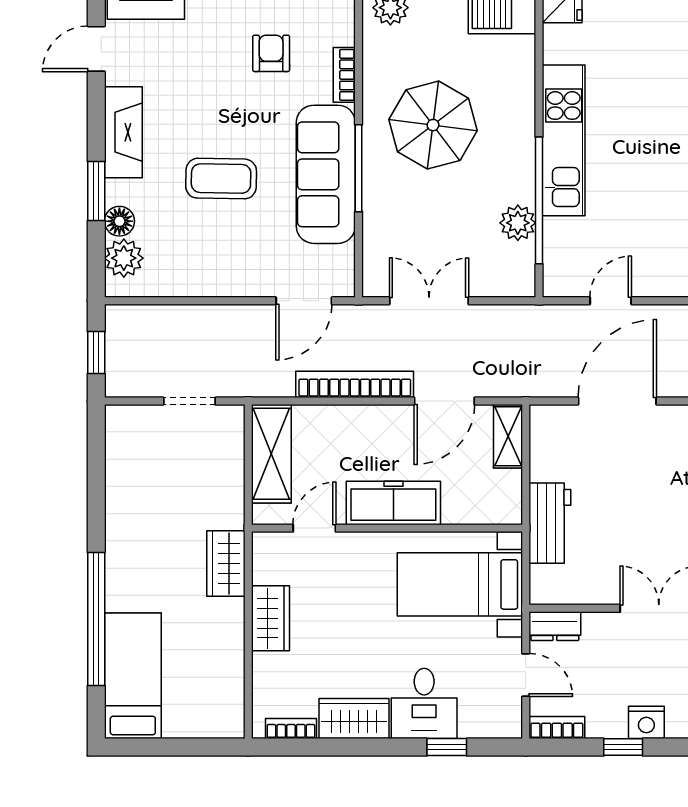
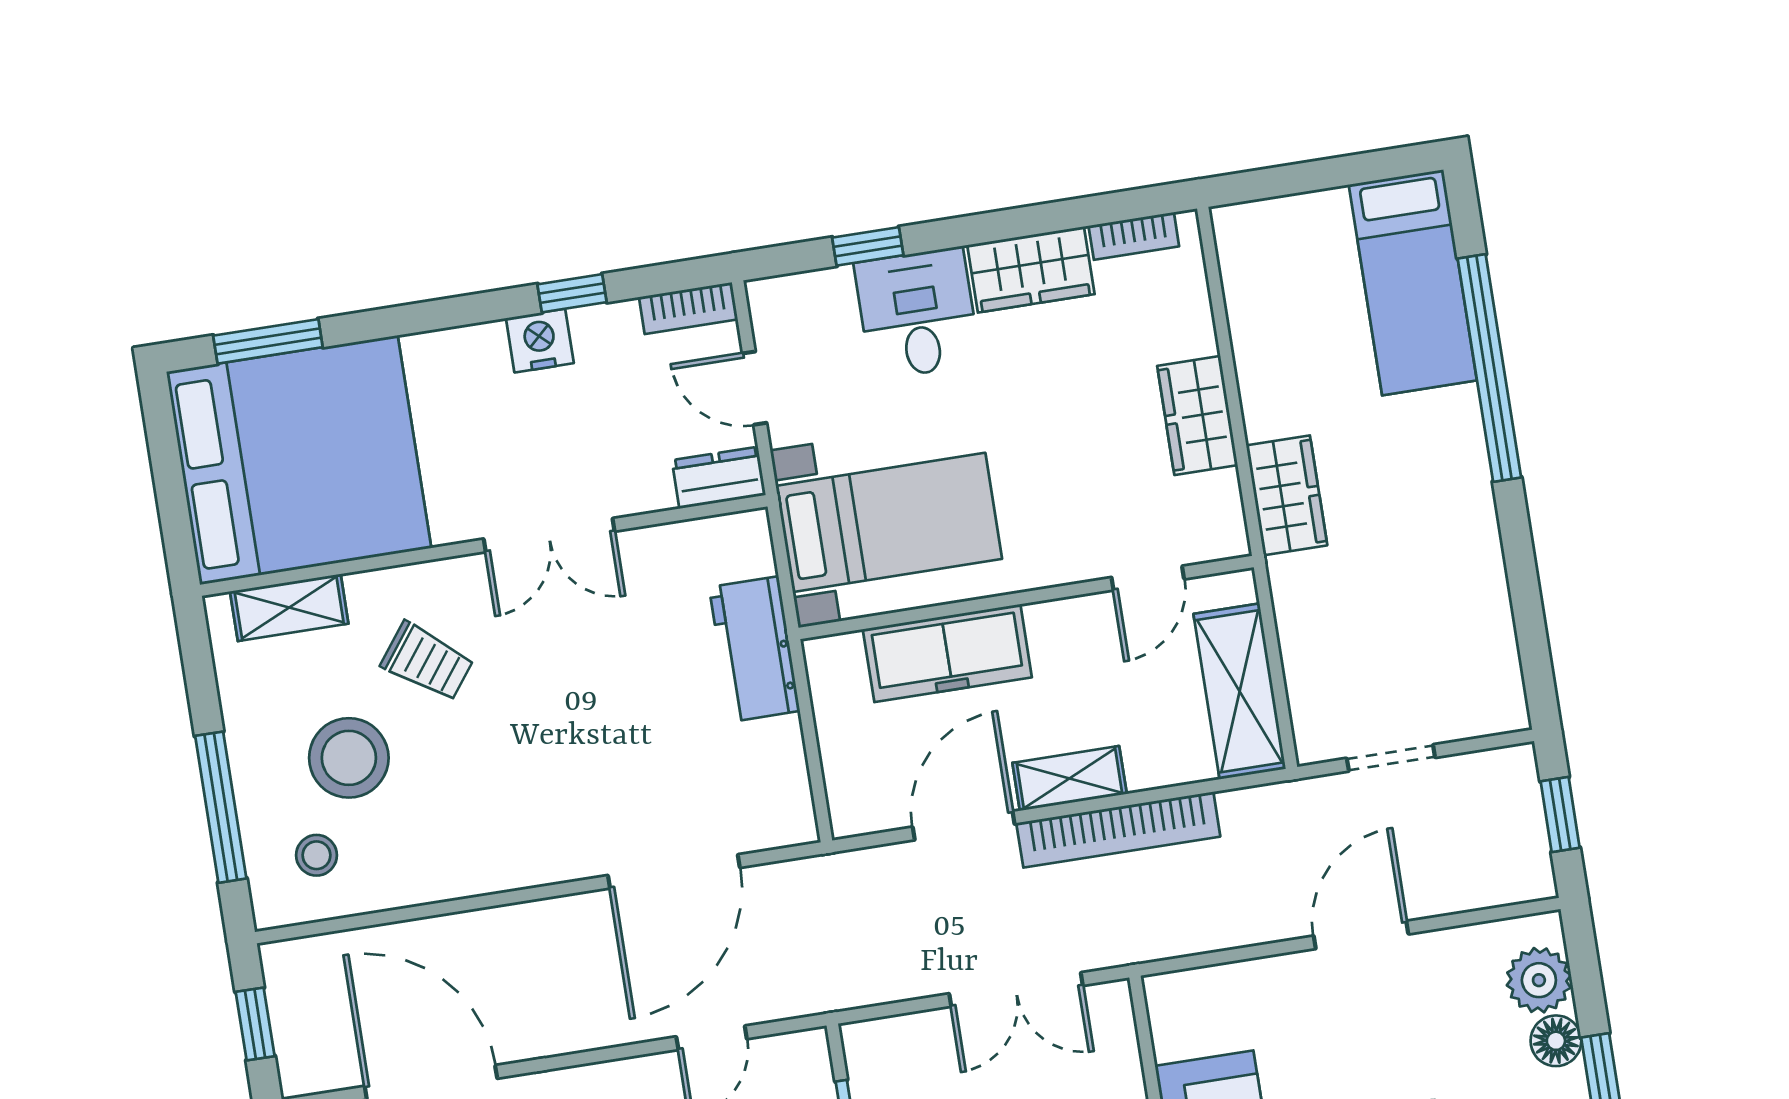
door: (304, 301) -> (1361, 935), moved
shelving: (508, 436) -> (1070, 778), moved, turned 90
freezer: (393, 503) -> (947, 653), moved

